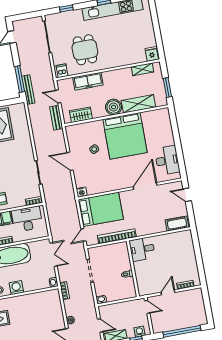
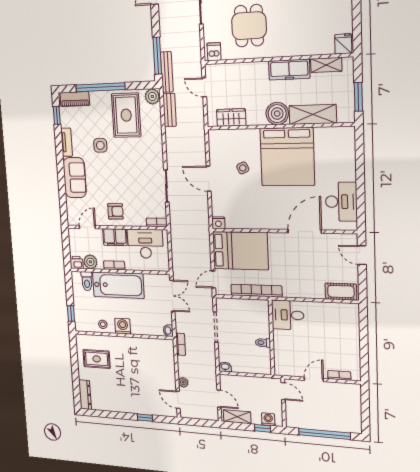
freezer: (88, 81) -> (289, 70), moved
plant: (19, 109) -> (152, 96), added
bench: (56, 118) -> (169, 110), moved

